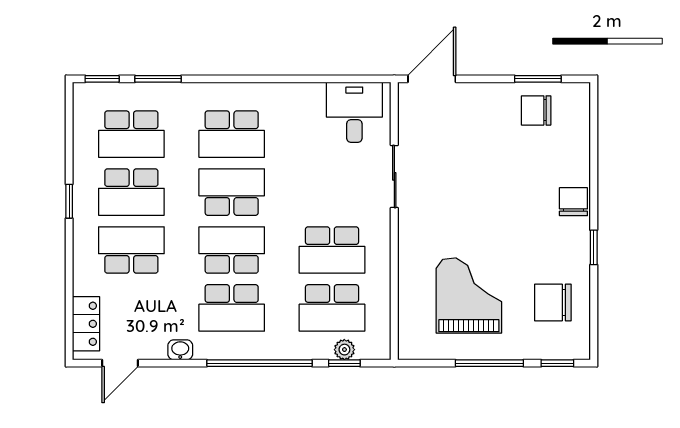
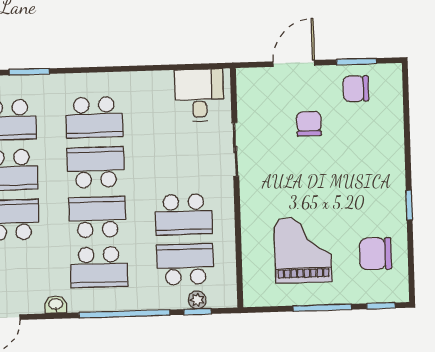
door: (432, 79) -> (294, 63), moved
chair: (573, 202) -> (309, 124), moved
school desk: (332, 308) -> (185, 264), turned 180

